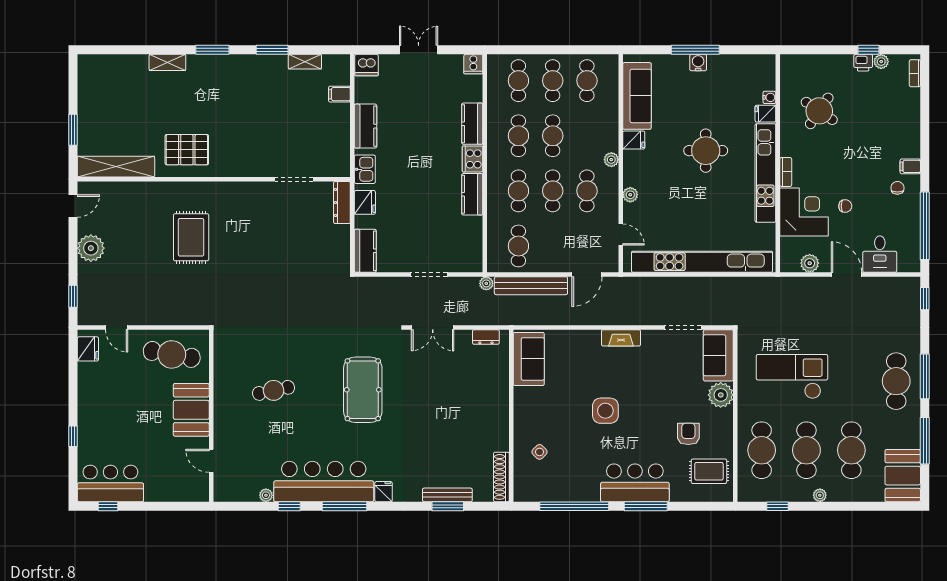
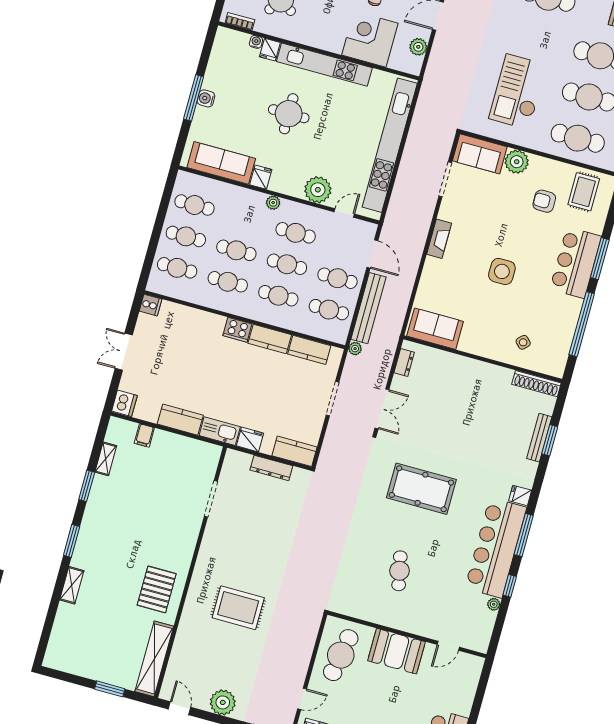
kitchen counter: (472, 124) -> (309, 350), moved
kitchen sink: (365, 169) -> (220, 431), width x1.38
bookcase: (786, 172) -> (240, 21), moved
plant: (630, 195) -> (318, 190), width x1.88, depth x1.88
dresser: (342, 202) -> (271, 468), moved
cafe table: (553, 246) -> (338, 278), added

